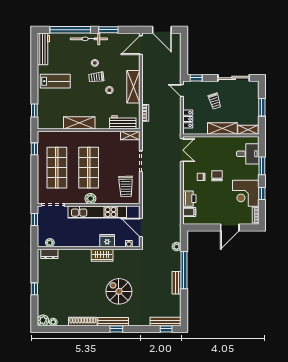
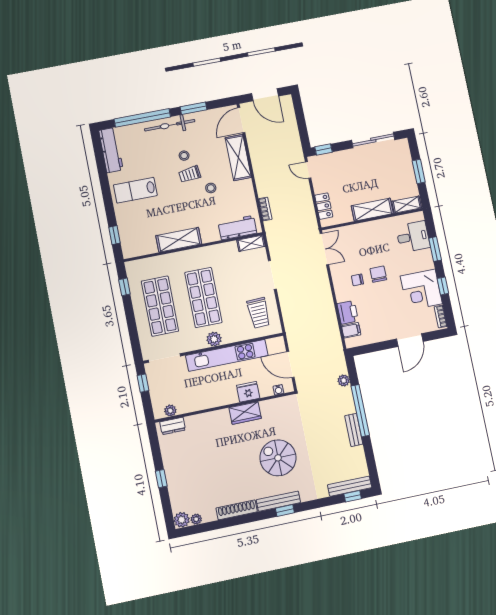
lab bench: (55, 81) -> (135, 190), turned 180
shelving: (133, 87) -> (238, 158), moved
trolley: (215, 101) -> (355, 175), removed

